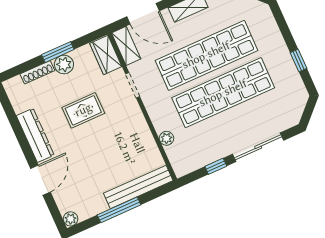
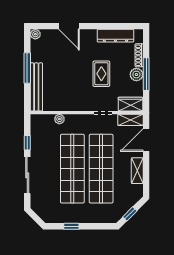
window: (58, 52) -> (146, 74), width x1.44
dresser: (35, 135) -> (115, 36), moved

